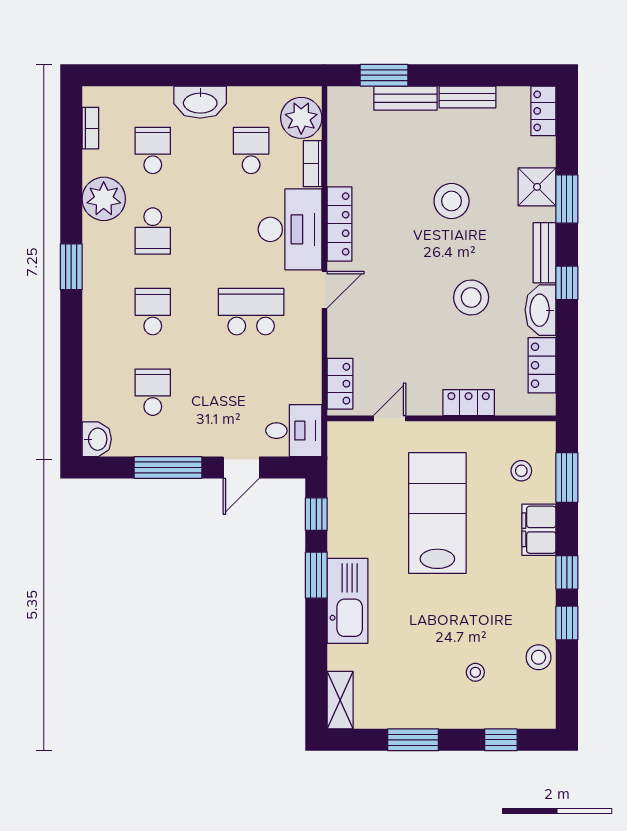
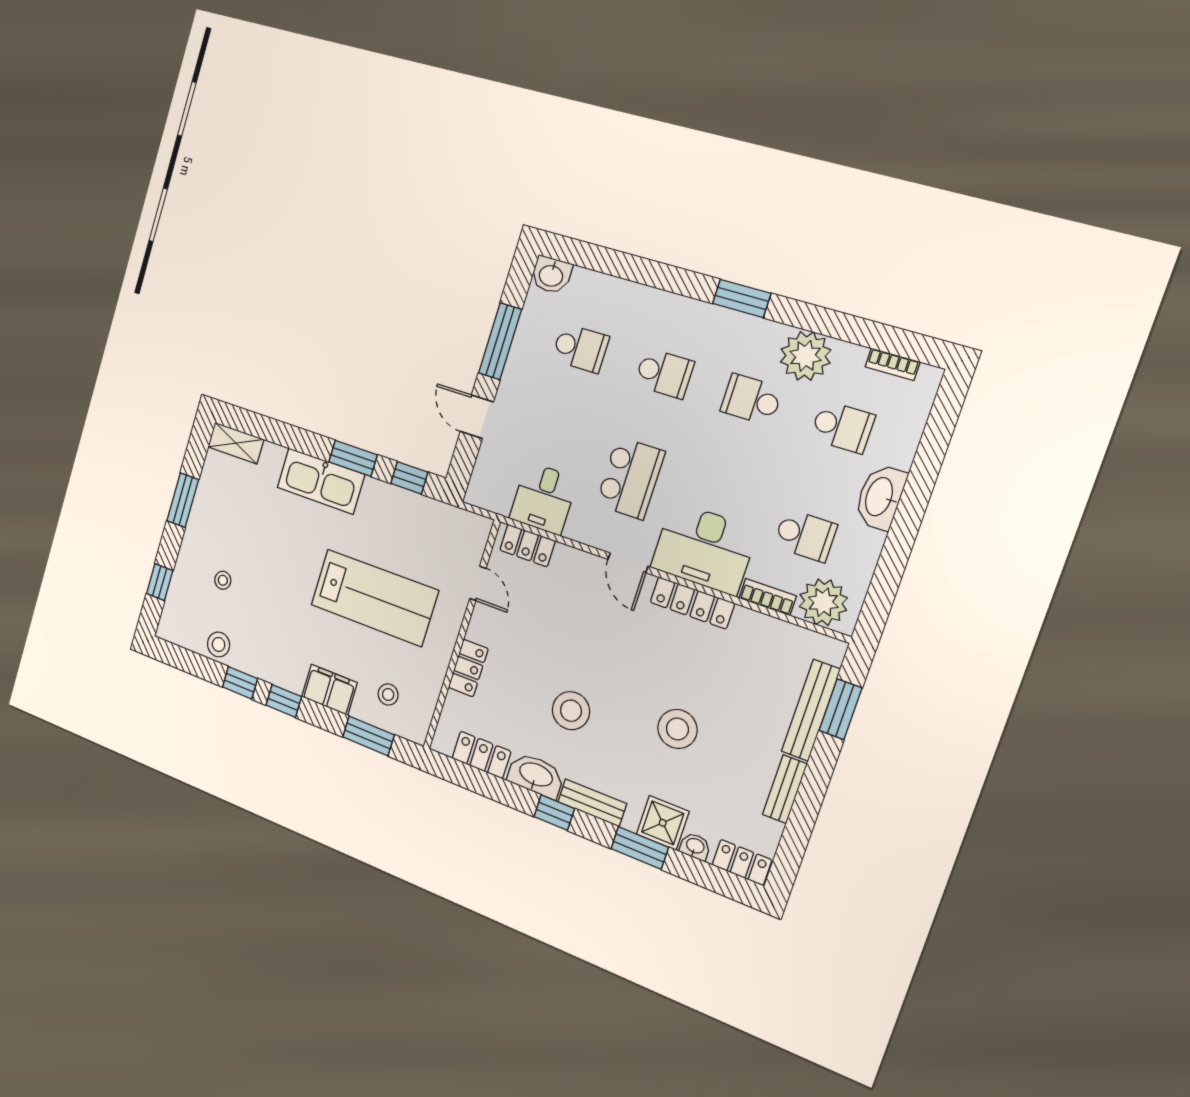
bench: (405, 98) -> (811, 710), width x1.36
washbasin: (546, 153) -> (695, 846), added
desk: (294, 431) -> (543, 498), moved

